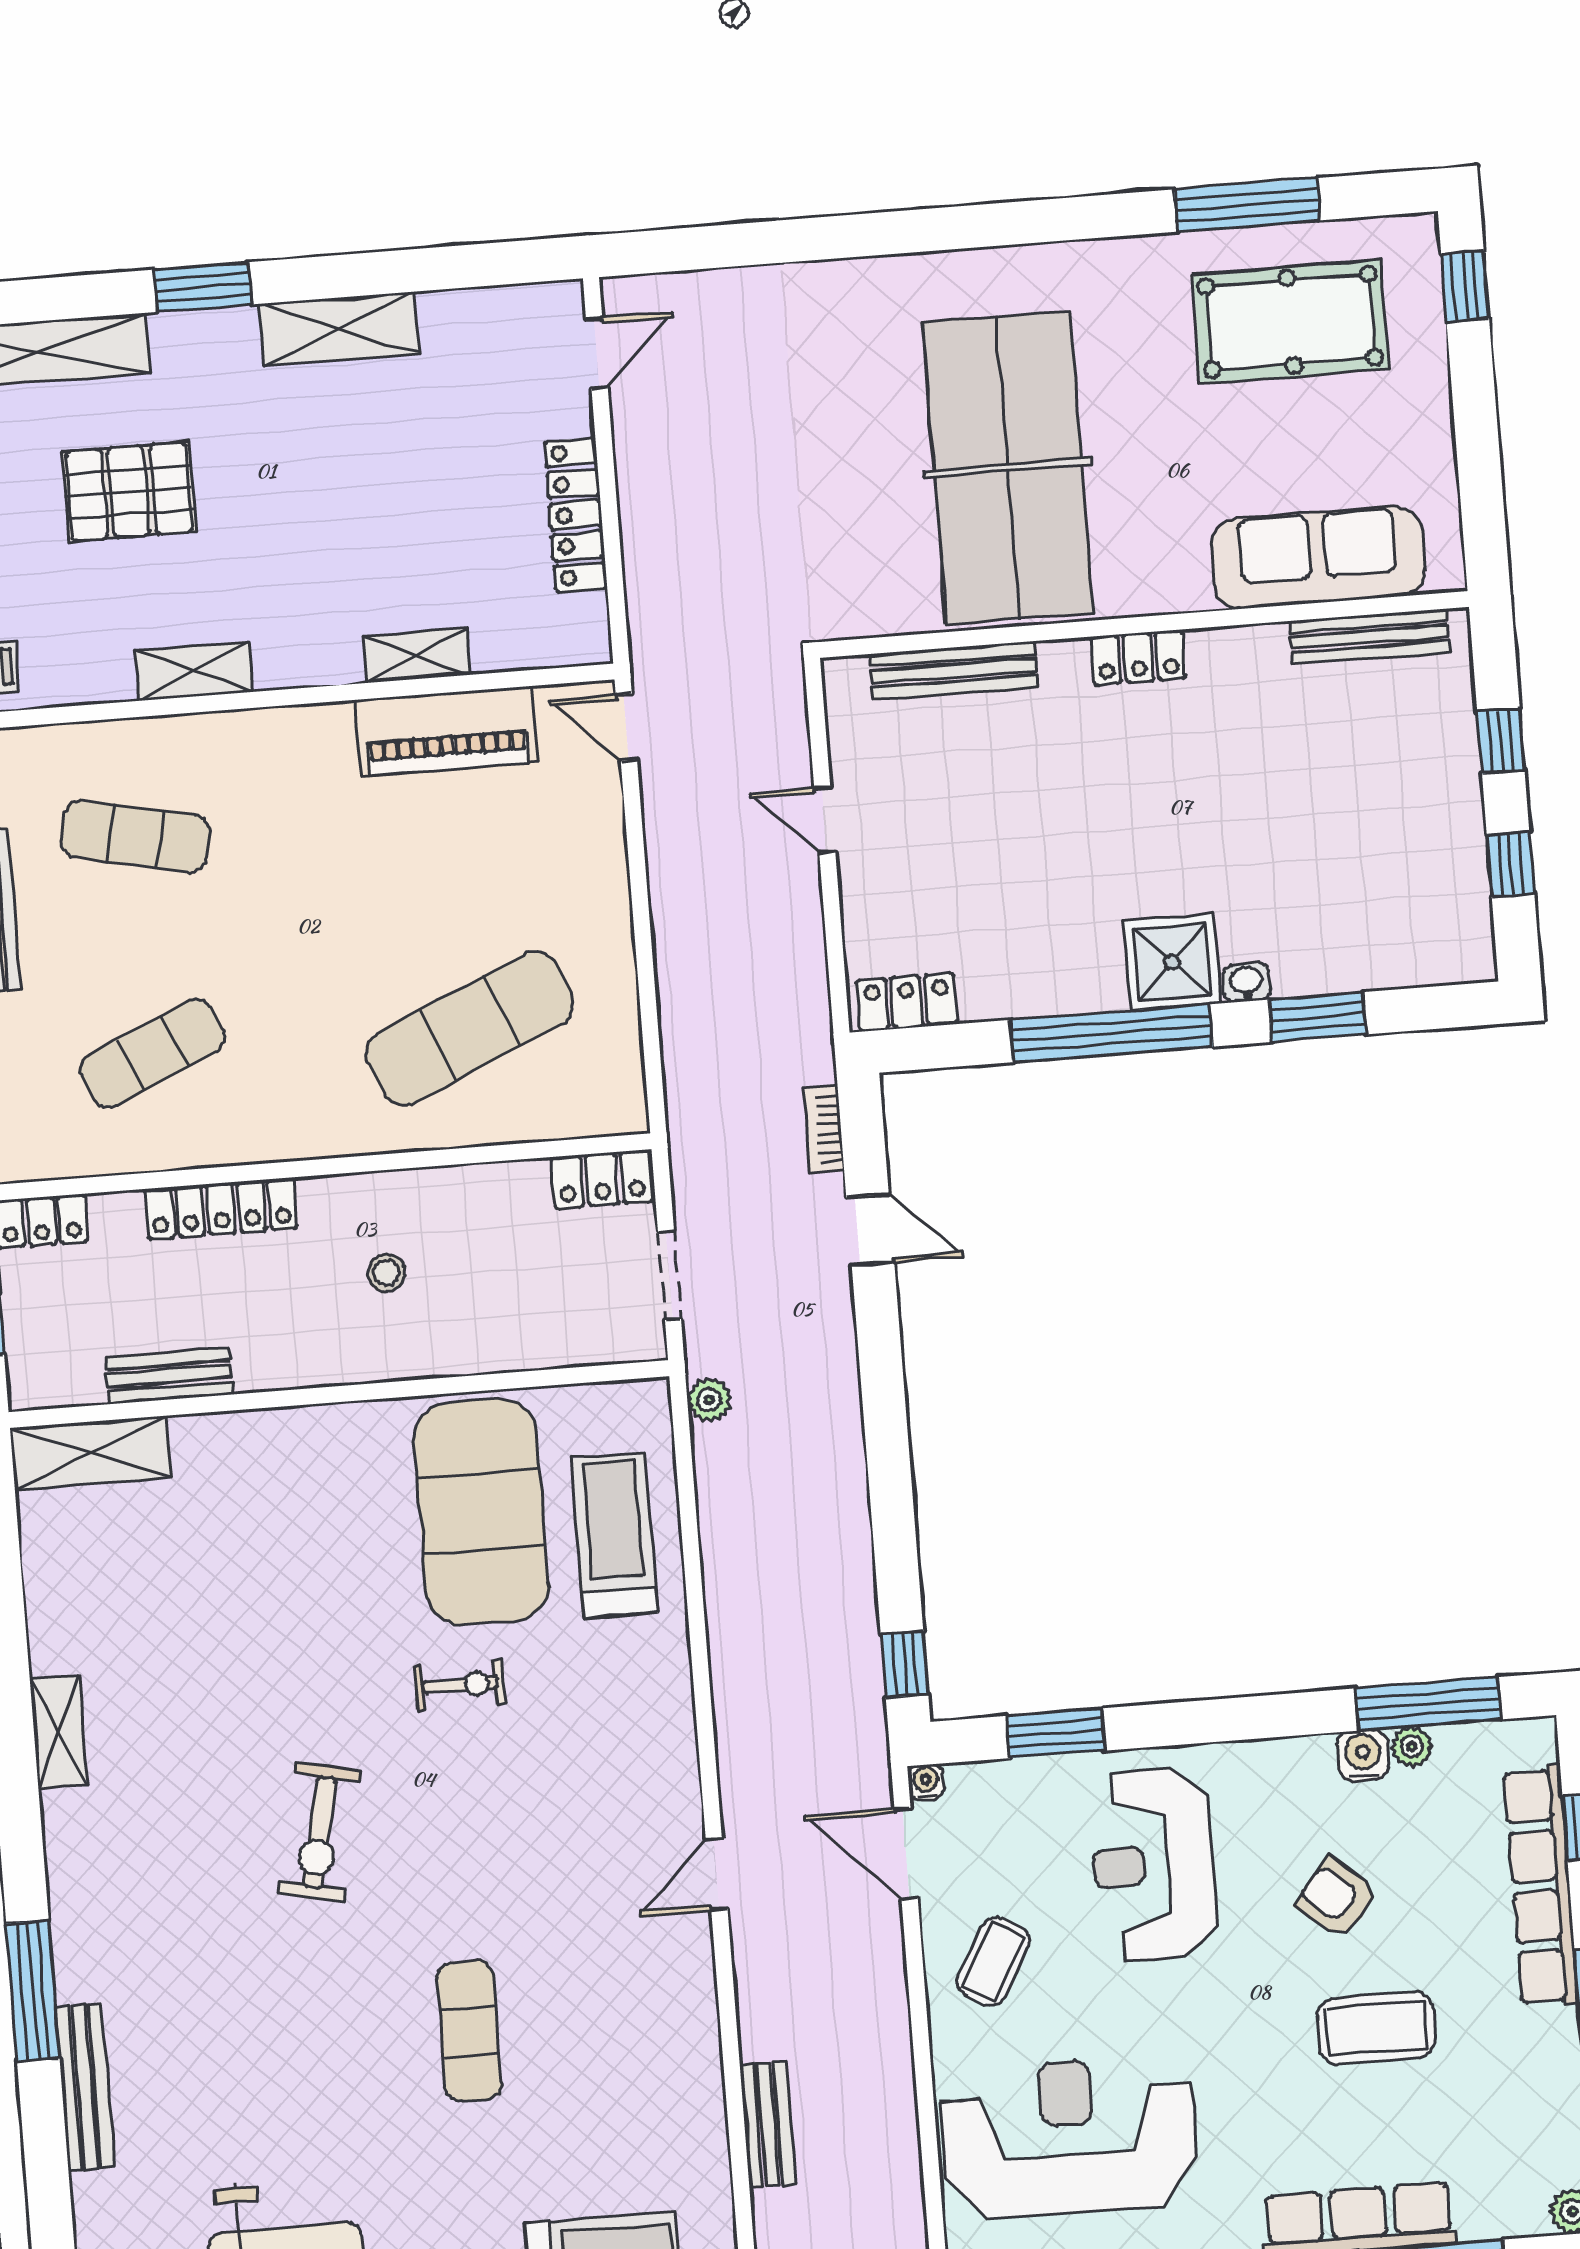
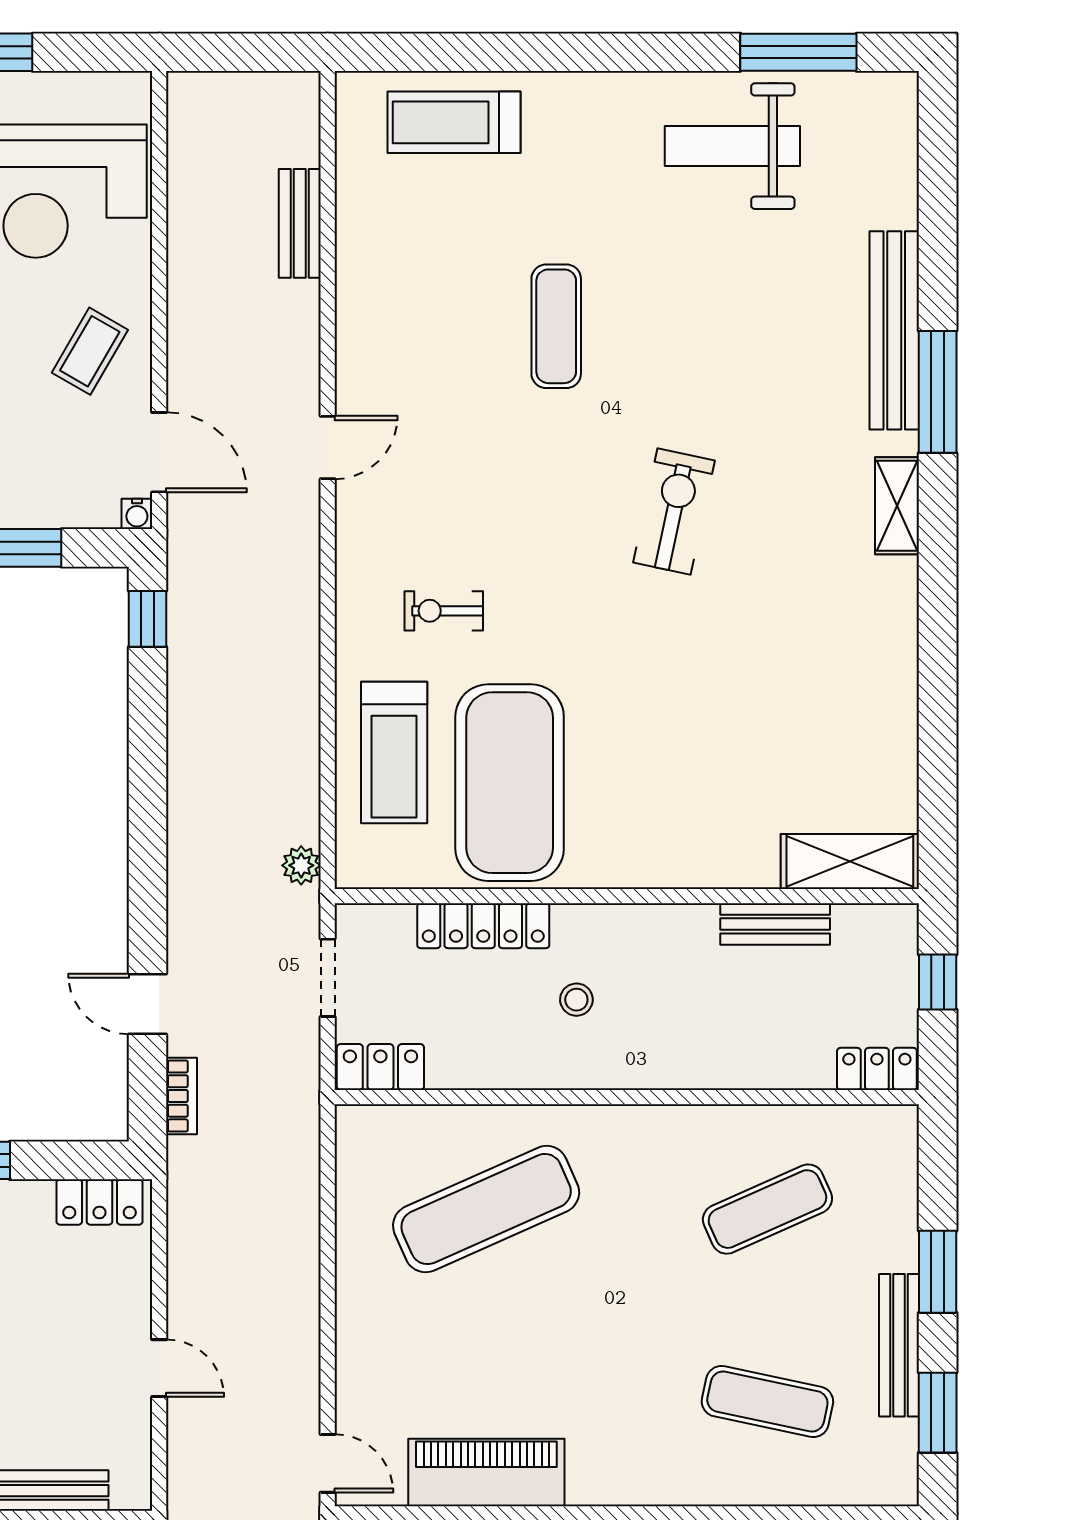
locker: (221, 1209) -> (483, 926), moved, turned 180
exercise bike: (460, 1685) -> (444, 611), moved
shelving: (59, 1732) -> (897, 506), moved
bench: (85, 2087) -> (894, 330), width x1.37, depth x1.21

